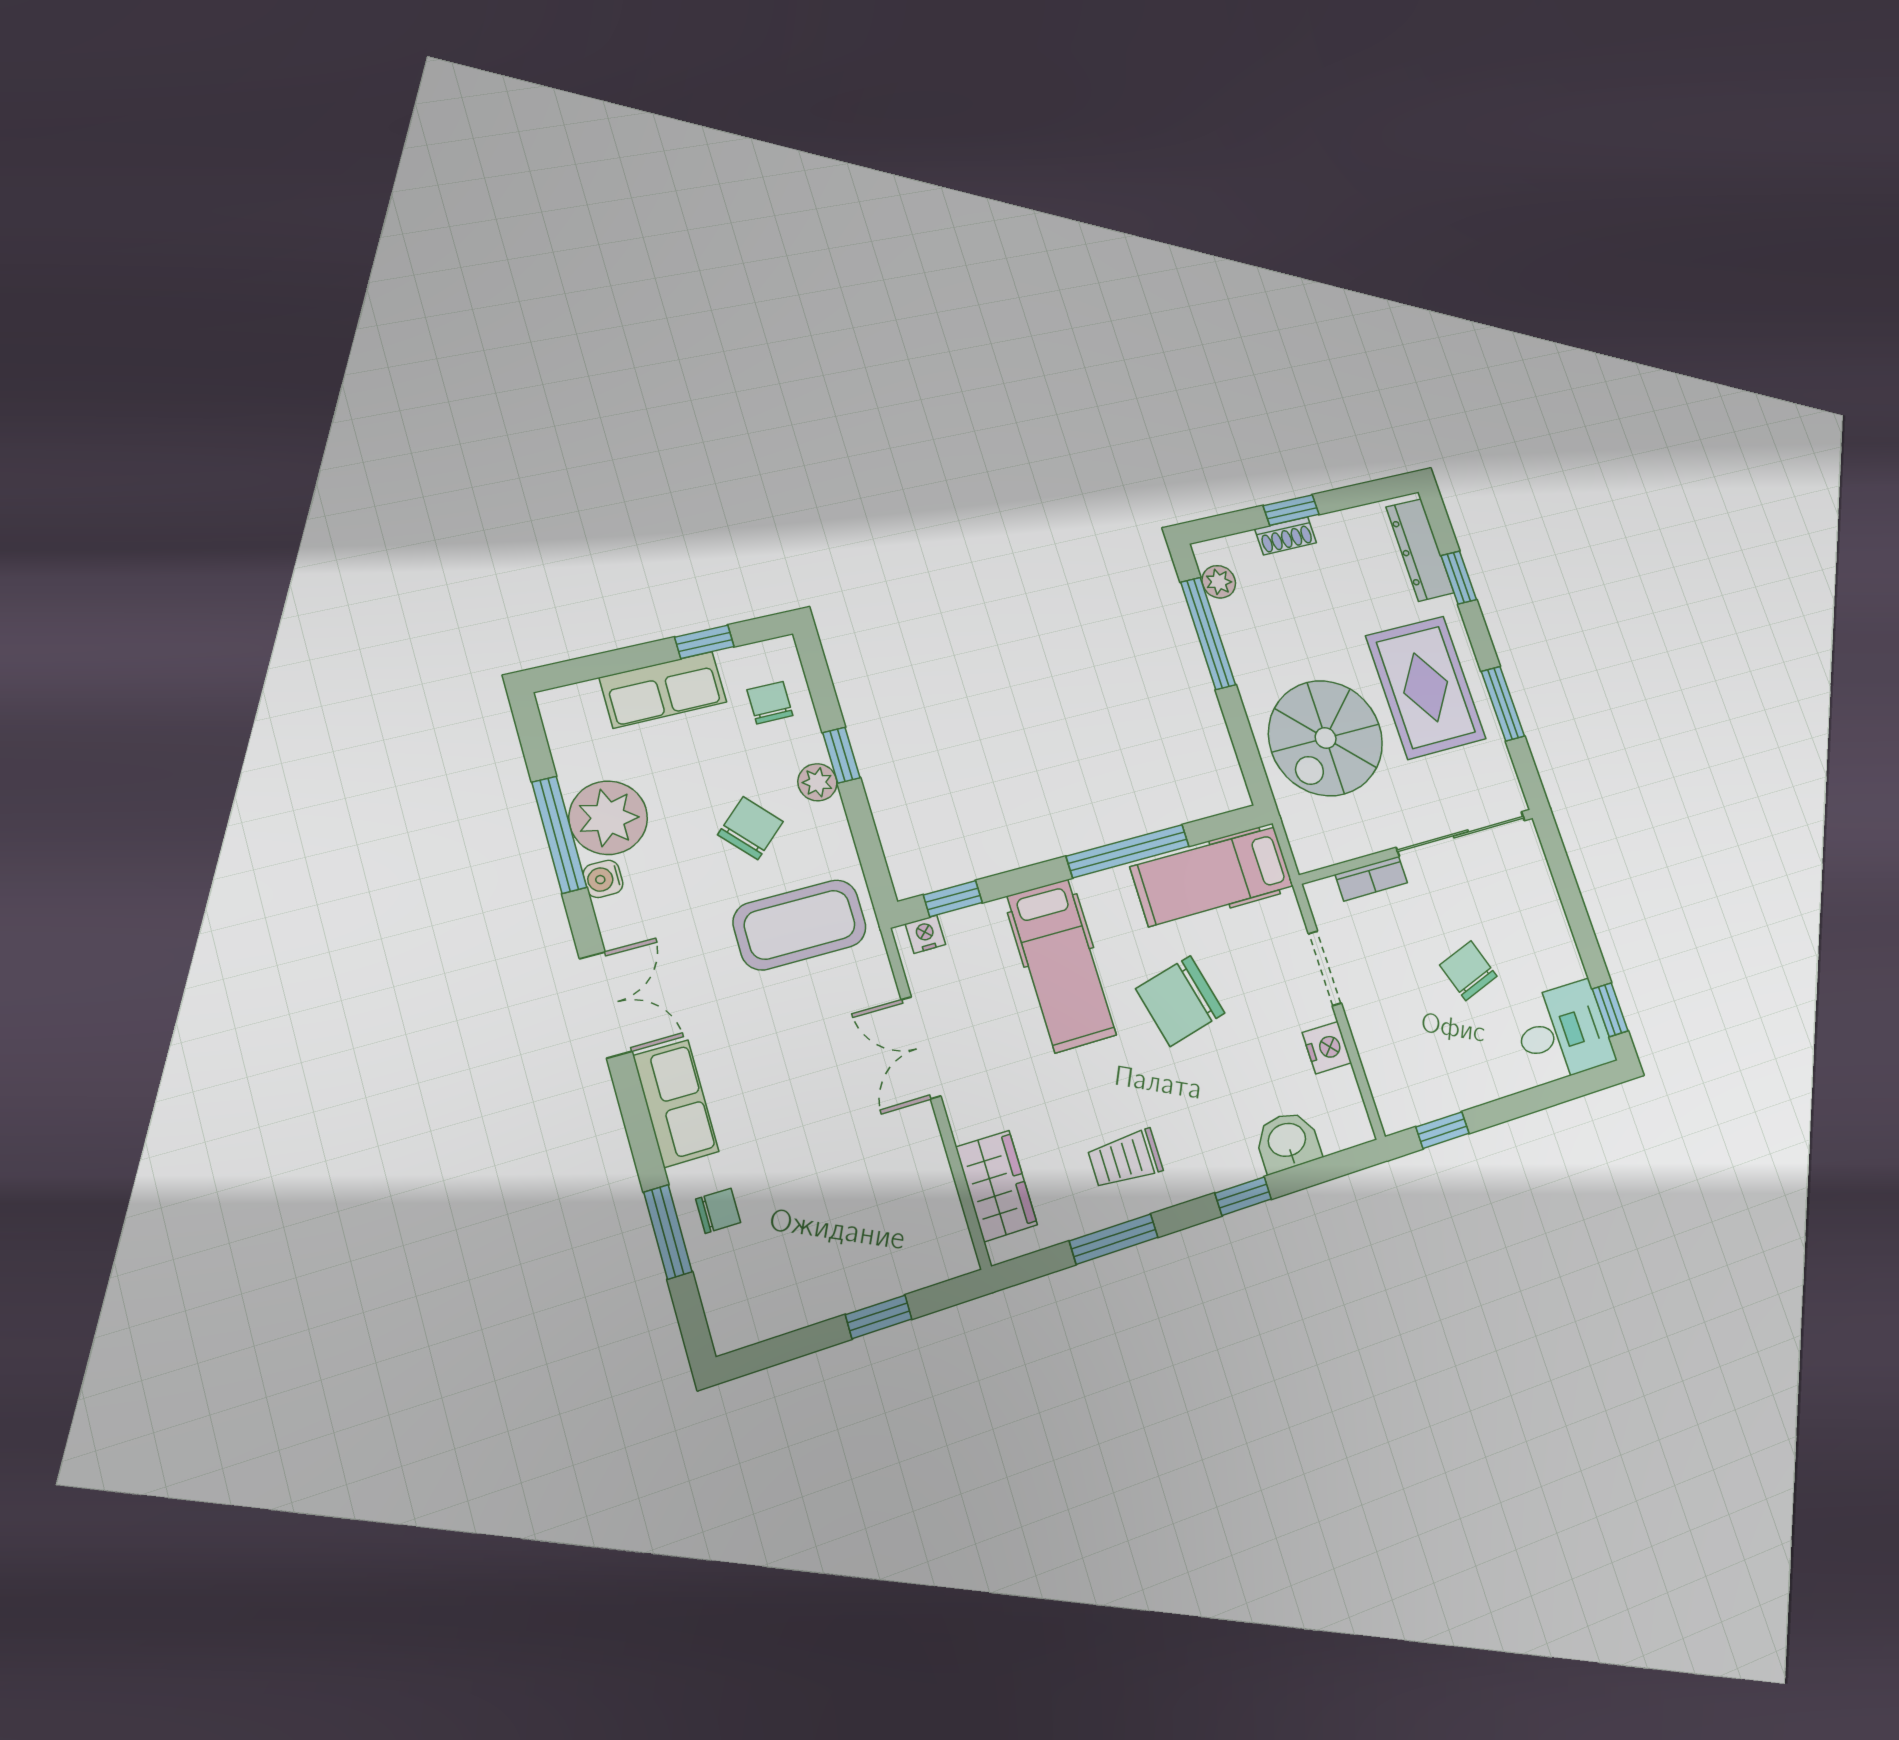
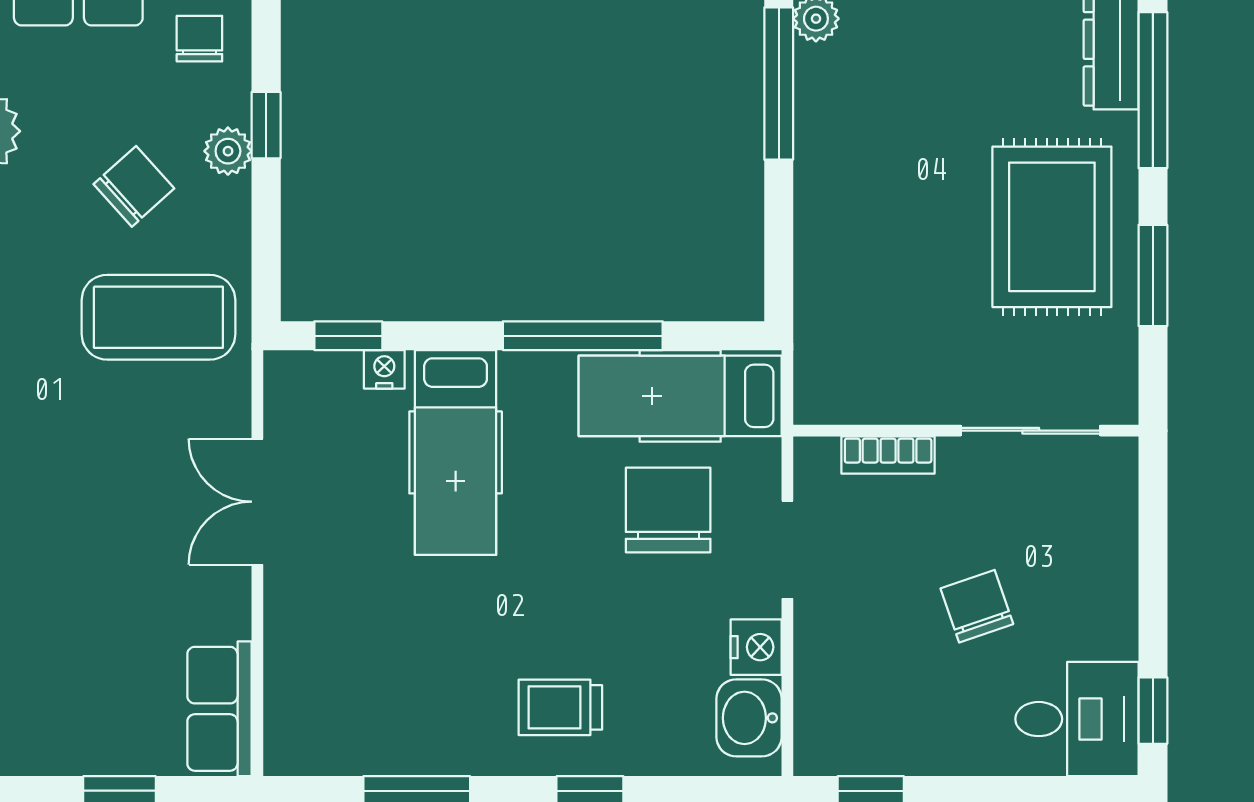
window: (1459, 578) -> (1153, 90), width x2.17
spiral stairs: (1326, 738) -> (890, 259), removed
sliding door: (1461, 834) -> (1031, 431), width x0.73
nightstand: (925, 934) -> (384, 369), moved
chair: (1180, 1001) -> (668, 510), moved, turned 104
washbasin: (1287, 1141) -> (749, 718), moved, turned -90
trolley: (1125, 1159) -> (560, 707), moved
wardrobe: (996, 1186) -> (298, 687), removed
row of seats: (940, 1223) -> (220, 709), added

